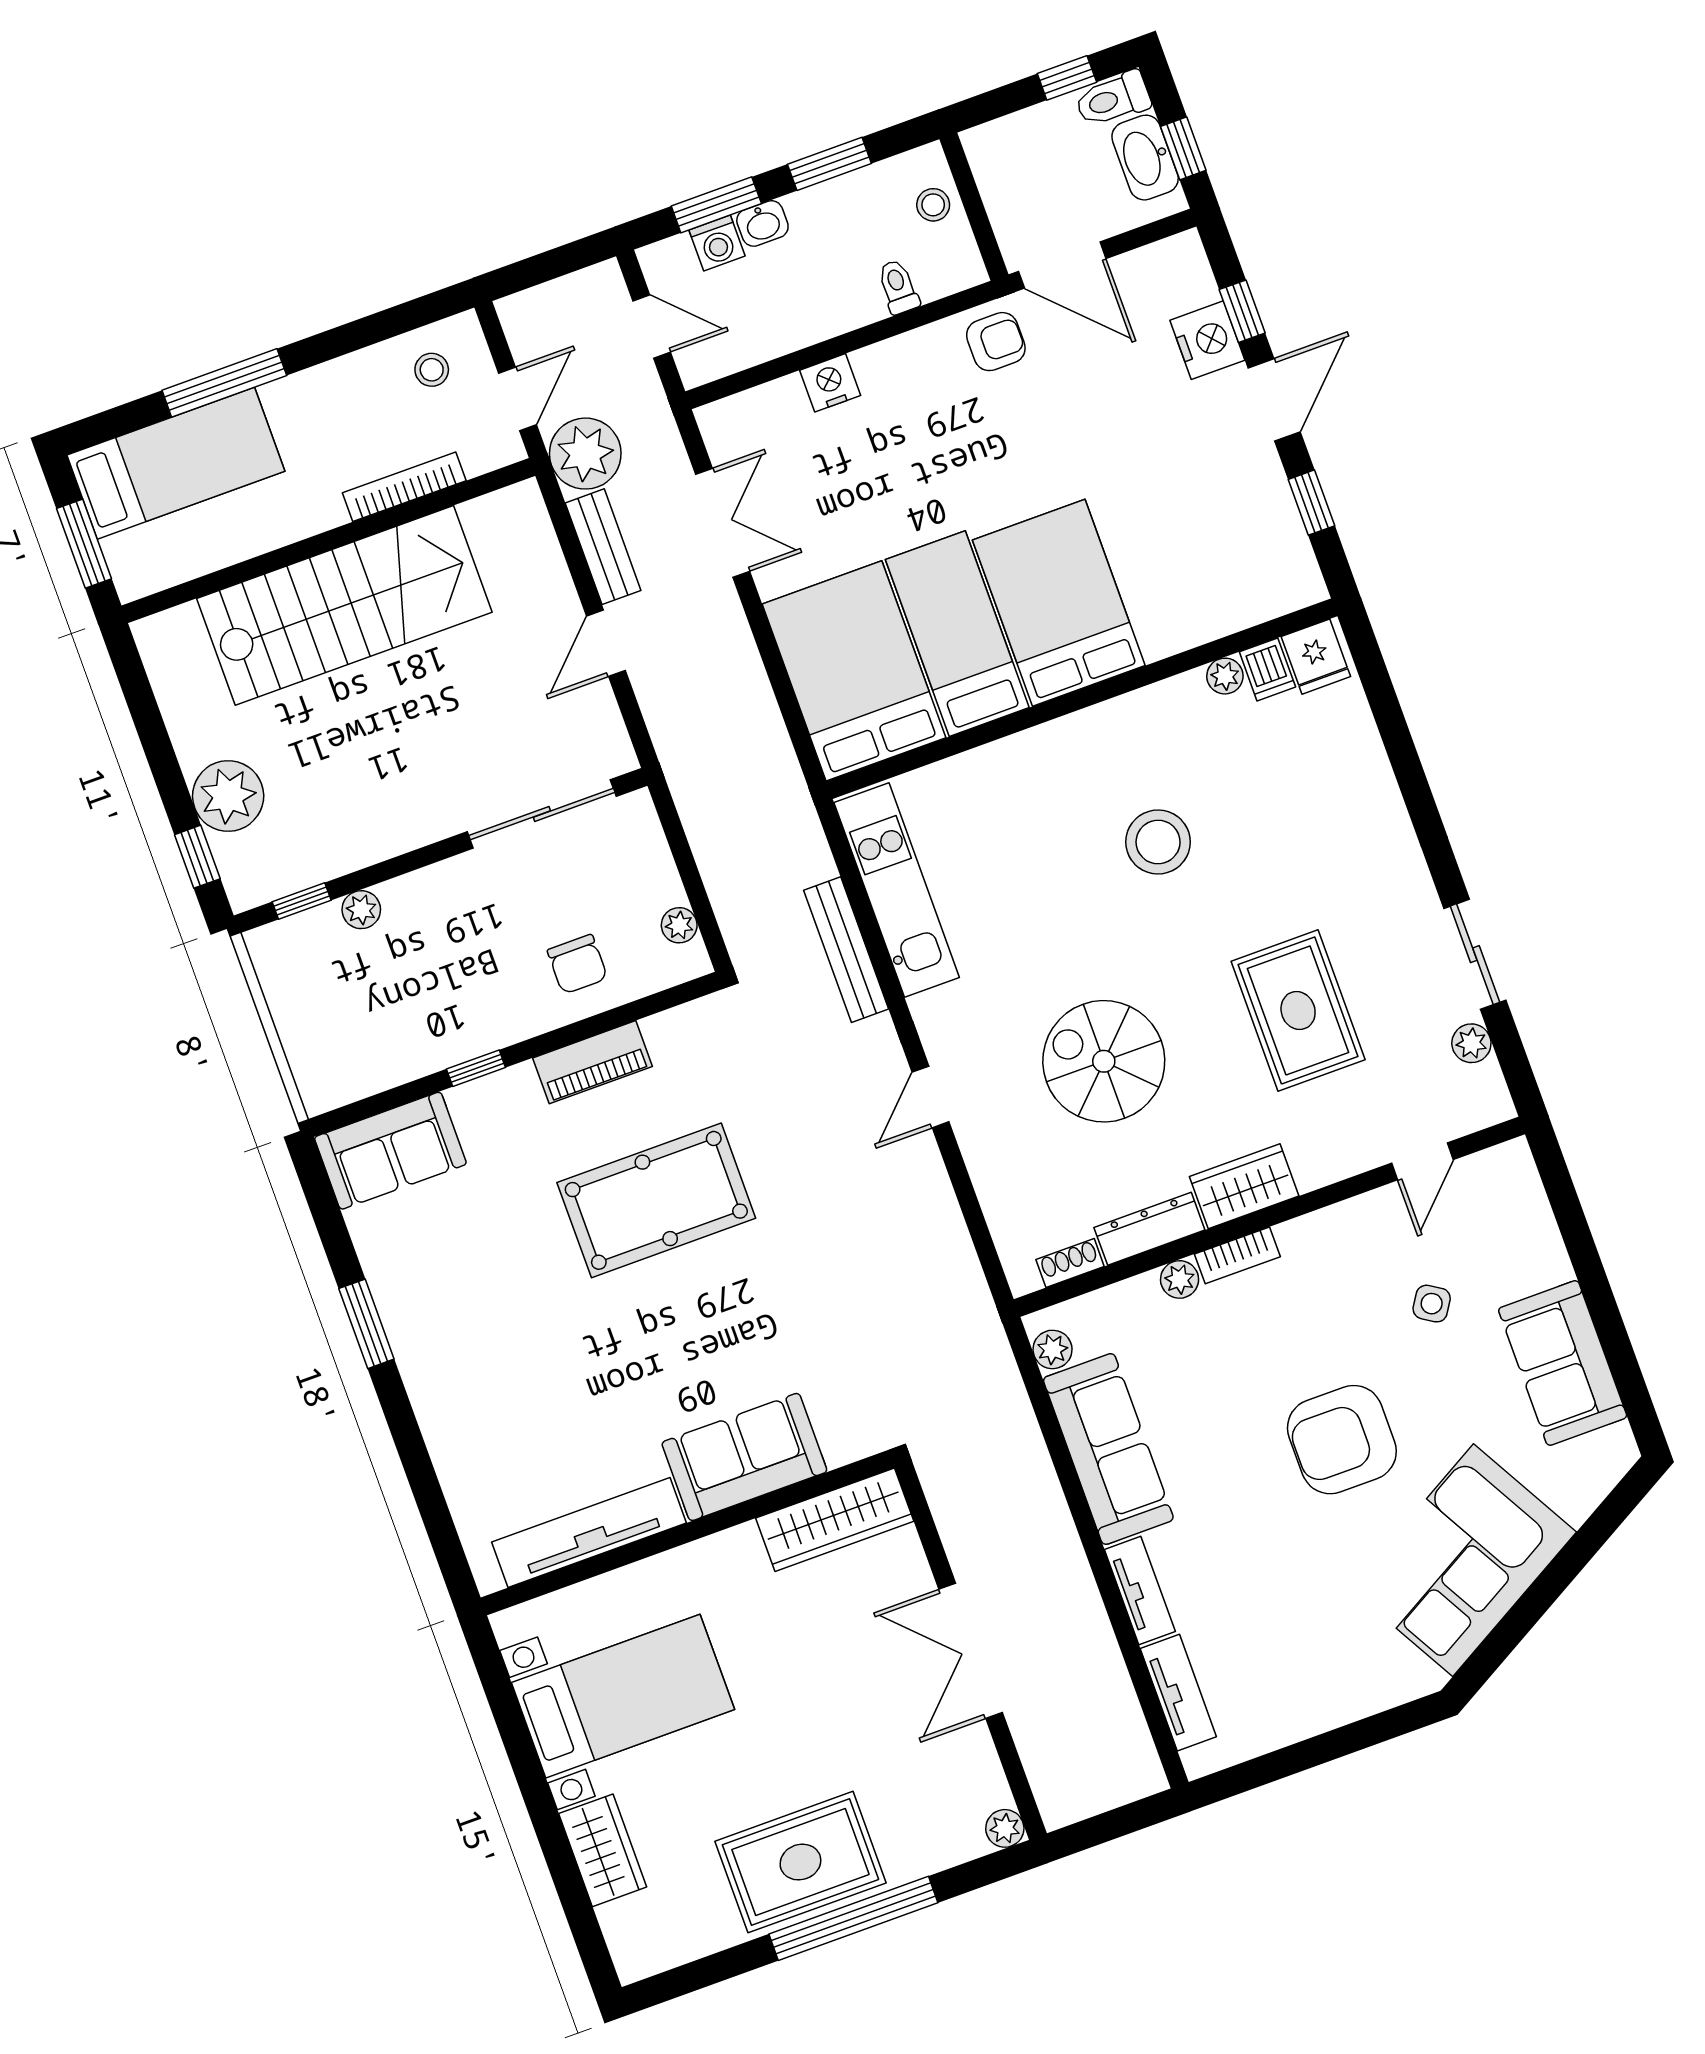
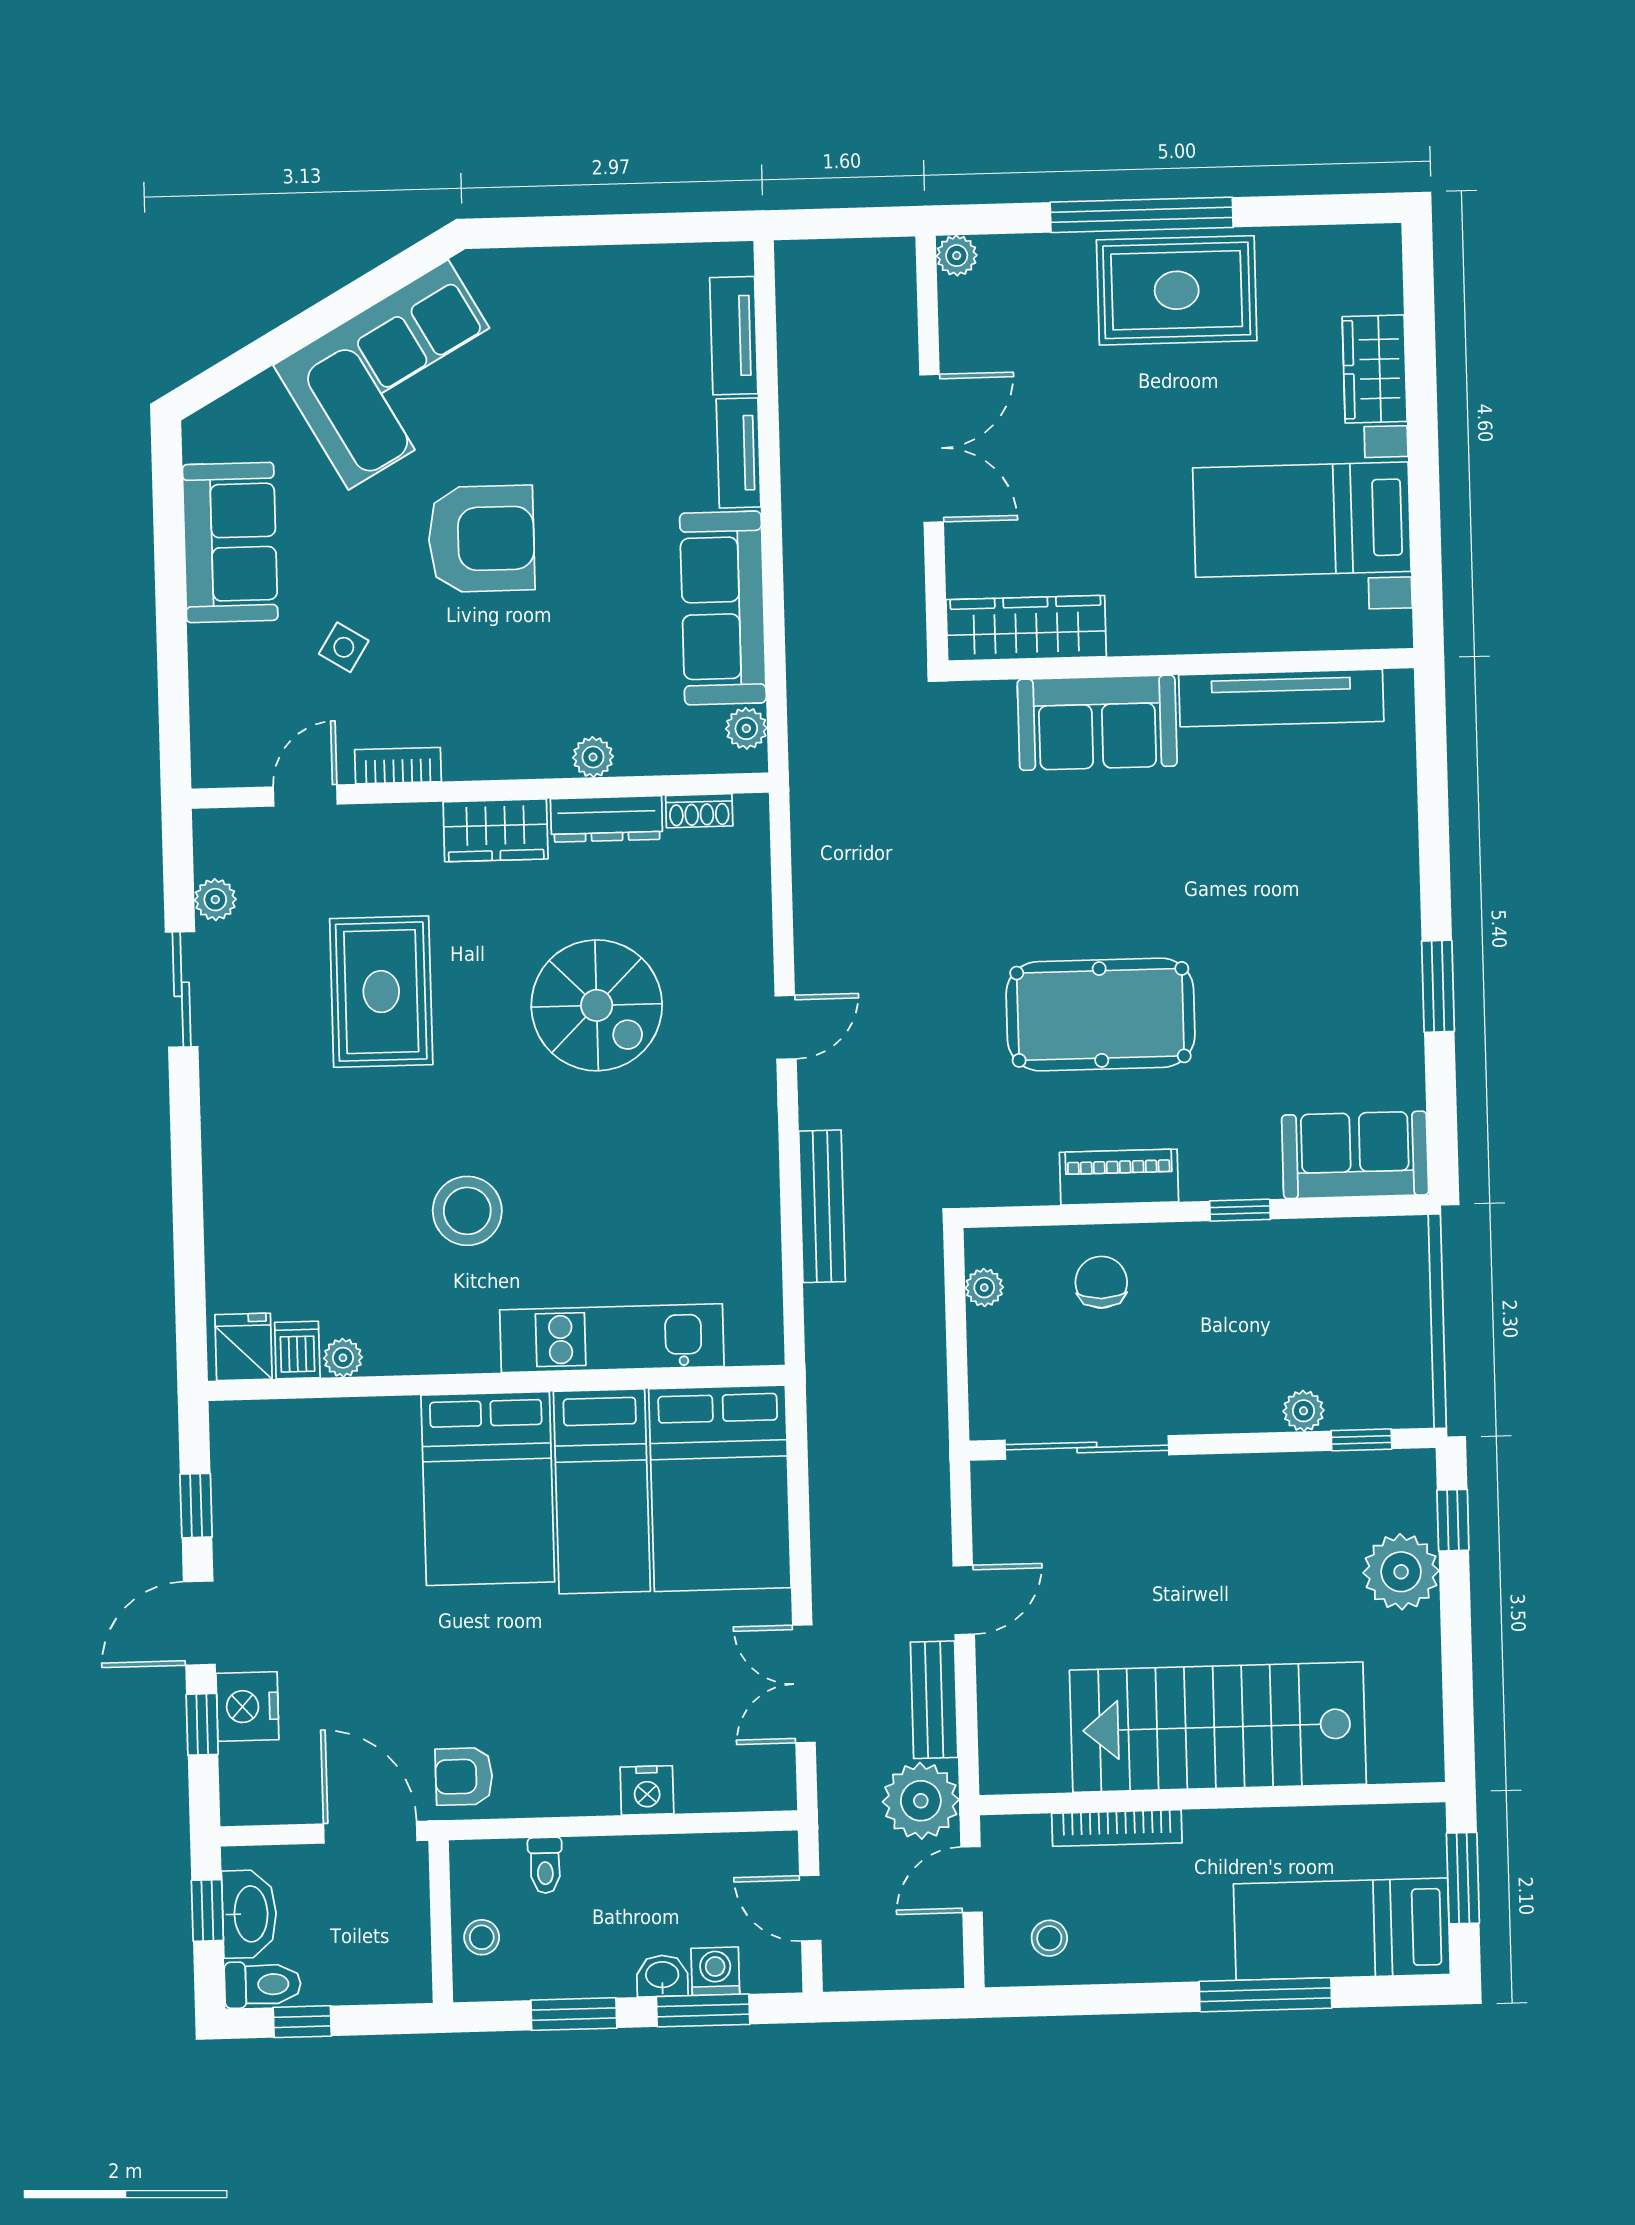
kitchen unit: (897, 890) -> (612, 1338), moved, turned 90
bookcase: (1237, 1255) -> (398, 766), moved

